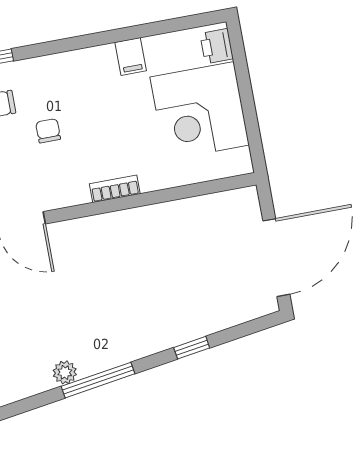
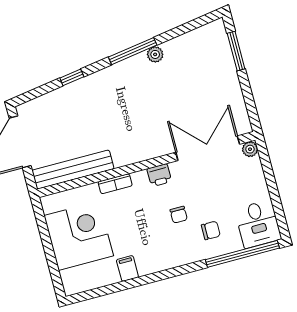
printer: (217, 46) -> (159, 175), moved, turned 90
bookcase: (115, 189) -> (115, 184), moved
bench: (201, 210) -> (73, 170), added

